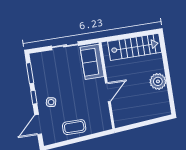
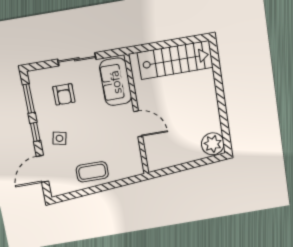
armchair: (55, 70) -> (64, 94), added
plant: (158, 81) -> (213, 144), moved
door: (108, 92) -> (138, 124), hinge flipped

